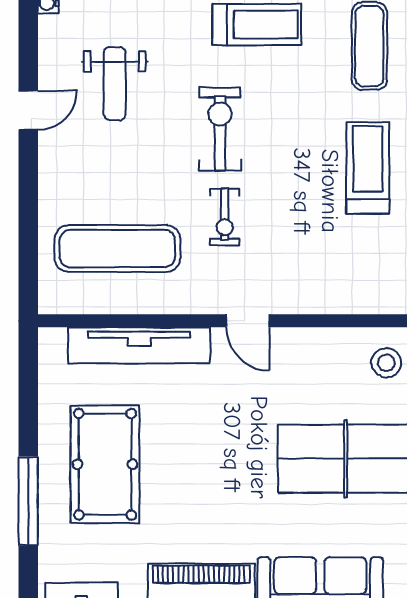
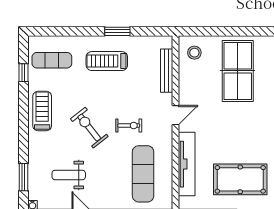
weight bench: (115, 84) -> (69, 175), turned 180
exercise bike: (220, 129) -> (89, 128), turned 52
bench: (347, 301) -> (167, 71), added

